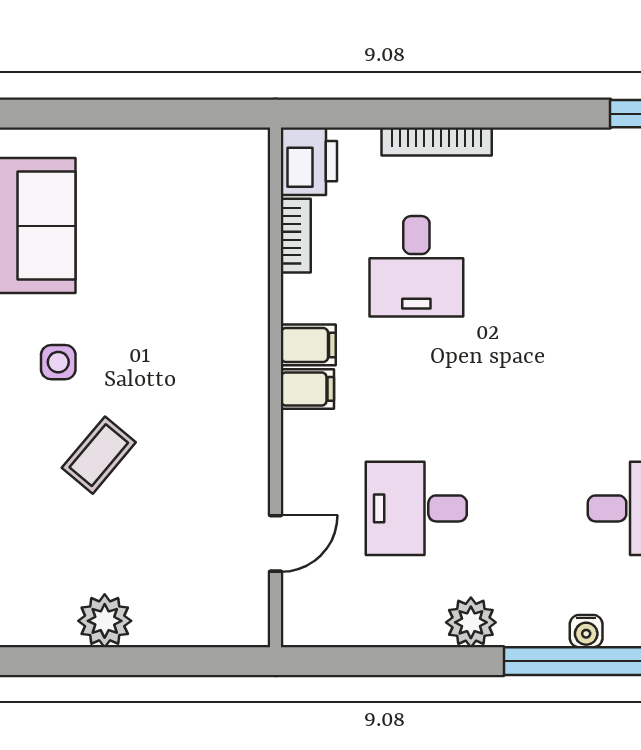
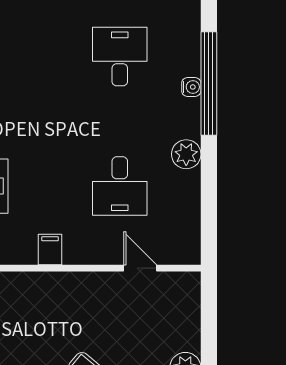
filing cabinet: (308, 345) -> (24, 249), removed

